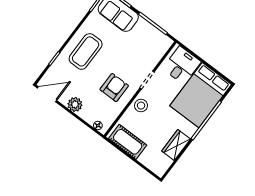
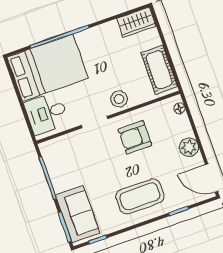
wardrobe: (176, 145) -> (136, 22), moved

